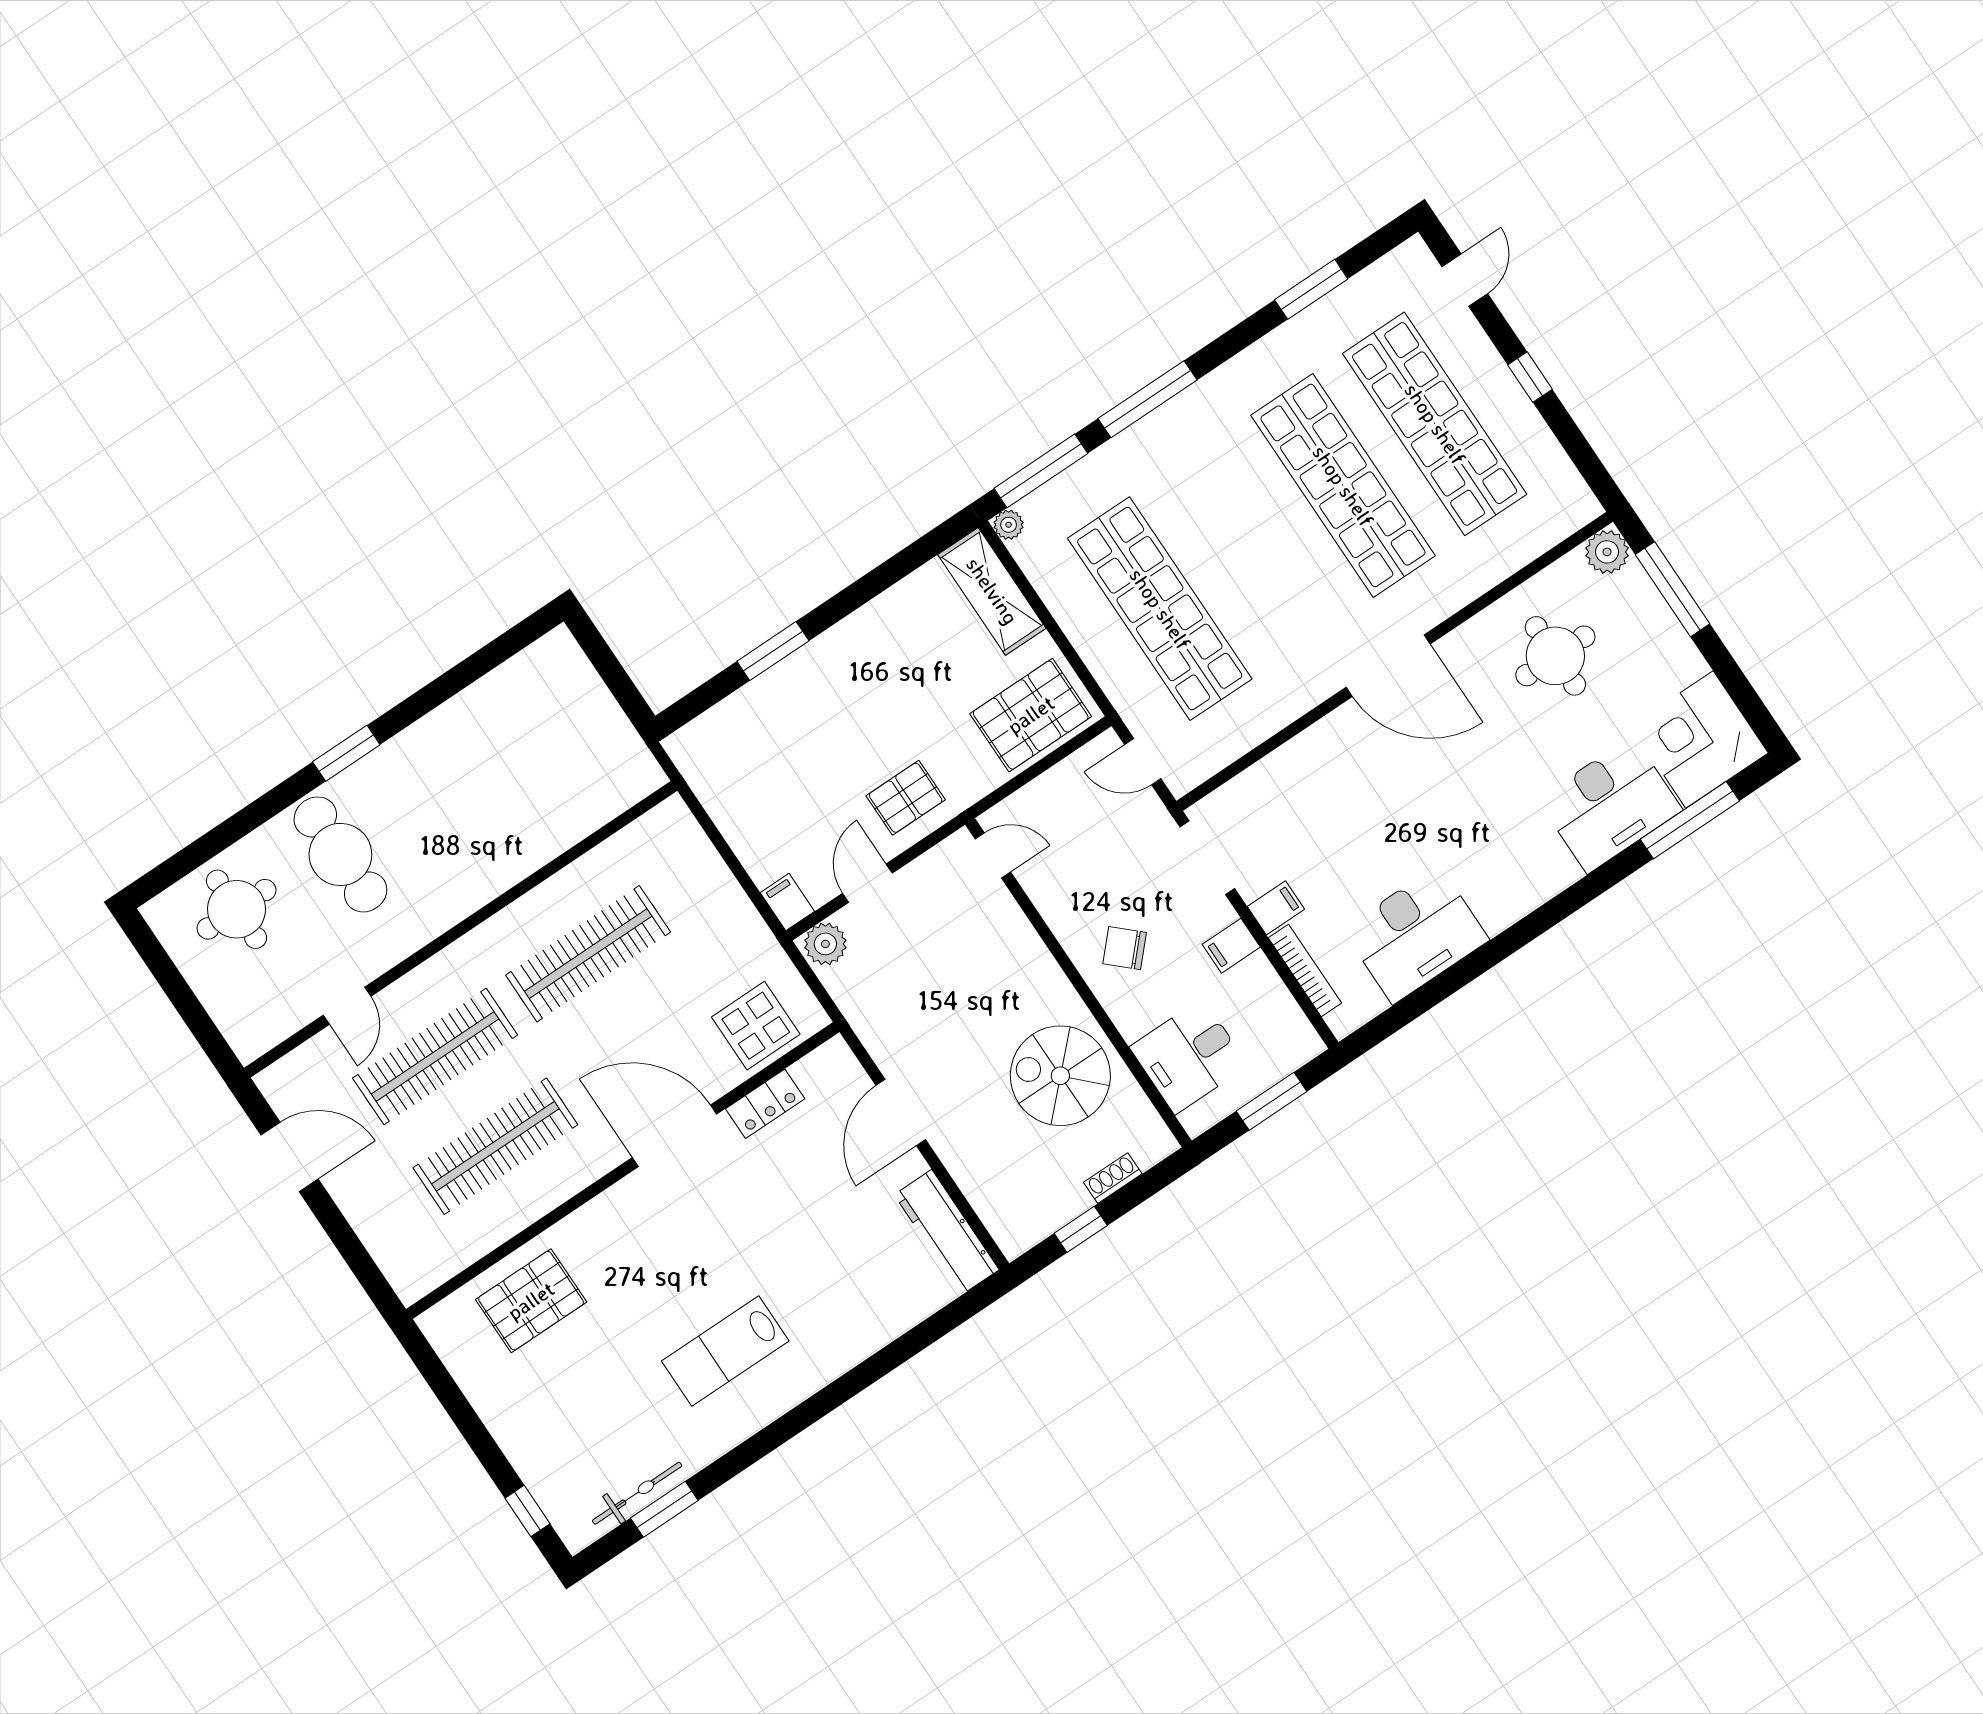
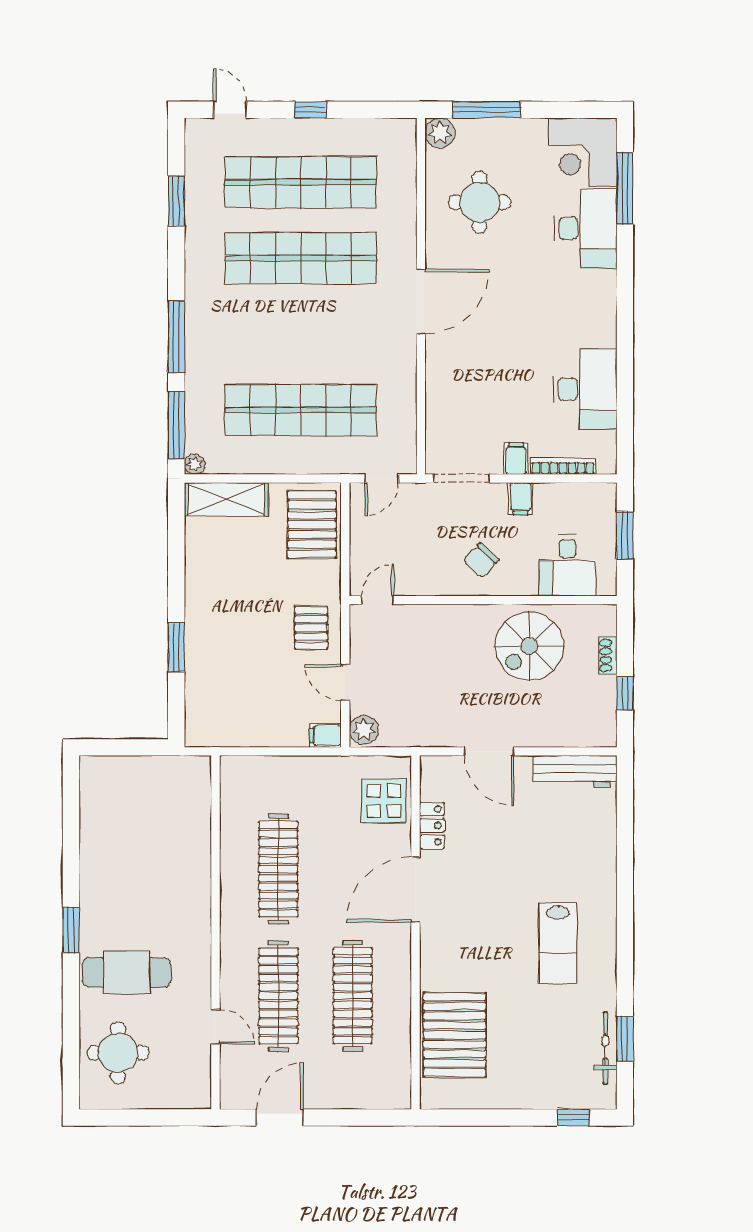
pallet: (531, 1301) -> (455, 1035), width x1.37, depth x1.41

